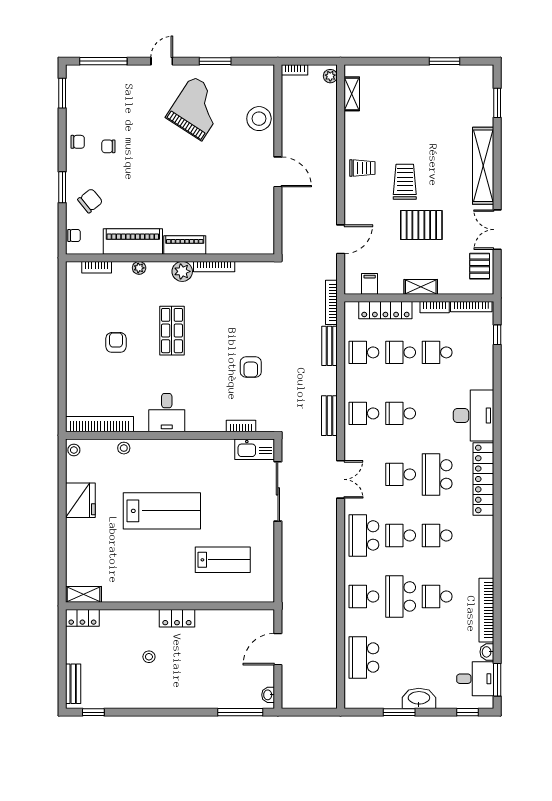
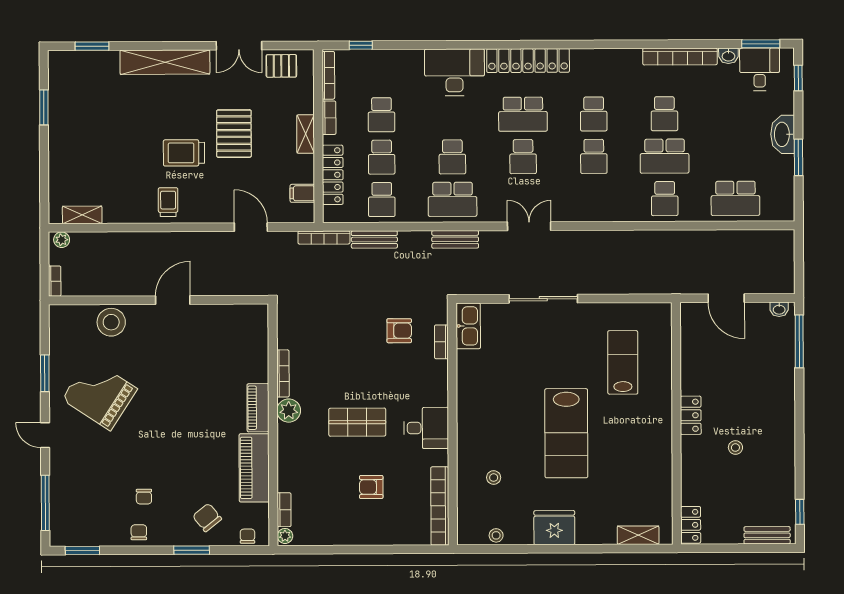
plant: (139, 268) -> (285, 536), moved
desk: (167, 413) -> (426, 428), moved
school desk: (364, 413) -> (453, 199), width x1.85
bookcase: (99, 424) -> (440, 506), moved
bookcase: (241, 426) -> (441, 342), moved
wall: (170, 435) -> (452, 424), moved
kitchen sink: (255, 449) -> (468, 326), moved
lab bench: (162, 511) -> (566, 433), turned 180
school desk: (364, 535) -> (594, 199), removed
shelving: (83, 594) -> (638, 535), moved, turned 90

